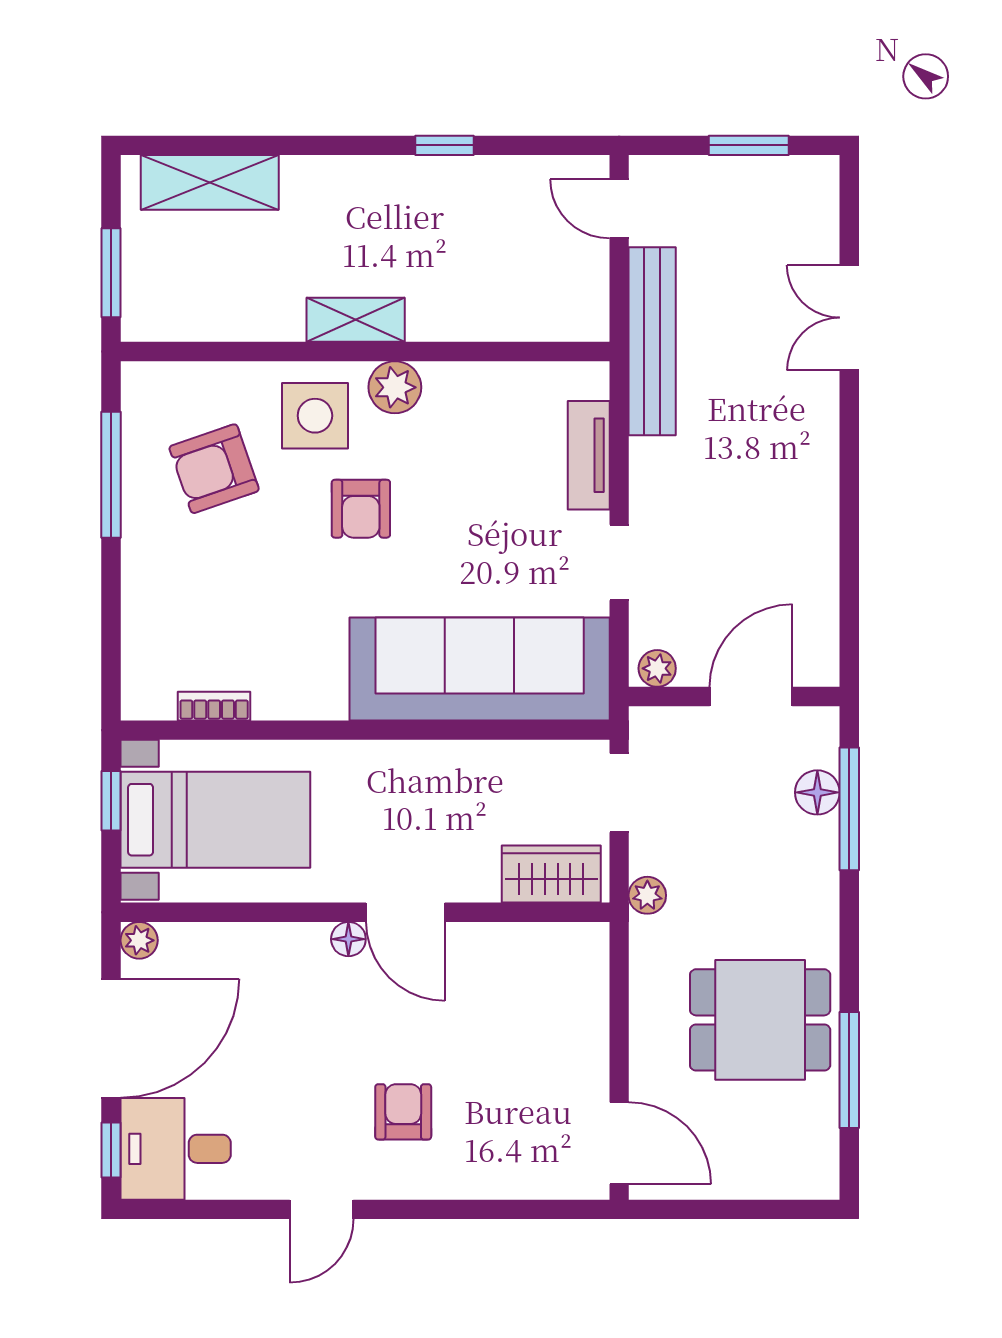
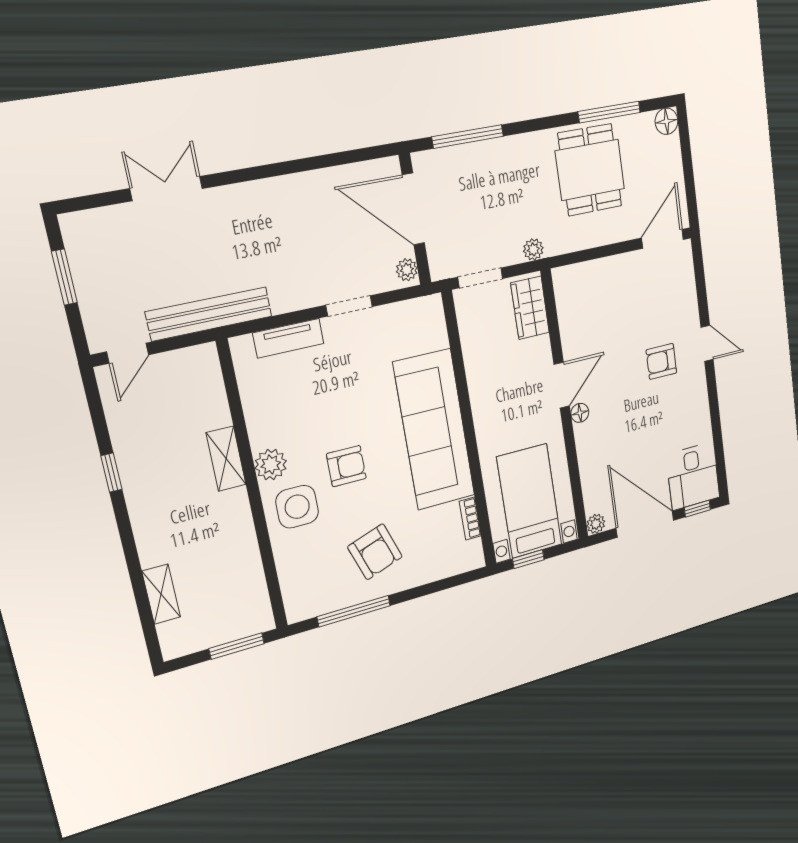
shelving: (210, 182) -> (161, 594), width x0.67, depth x0.75
double door: (849, 318) -> (166, 189), swing flipped
shelving: (356, 320) -> (226, 459), moved
armchair: (214, 469) -> (375, 552), moved
sofa: (480, 669) -> (434, 430), moved
door: (751, 697) -> (413, 209), width x1.36
floor lamp: (817, 792) -> (666, 121), moved
door: (322, 1209) -> (707, 343), moved

